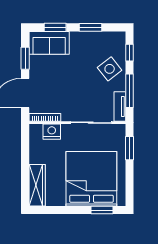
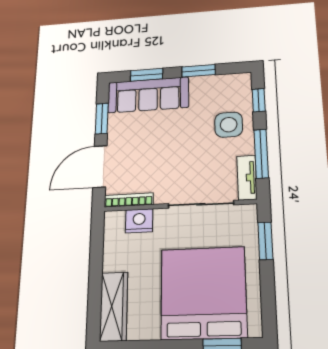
sofa: (49, 43) -> (148, 95), width x1.36
side table: (110, 69) -> (229, 125), turned 38

